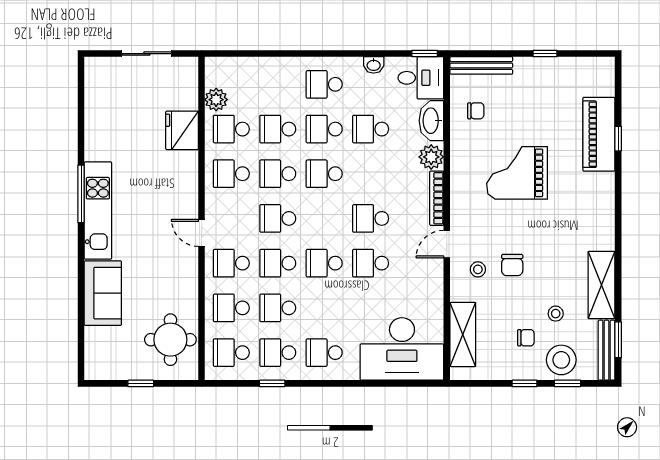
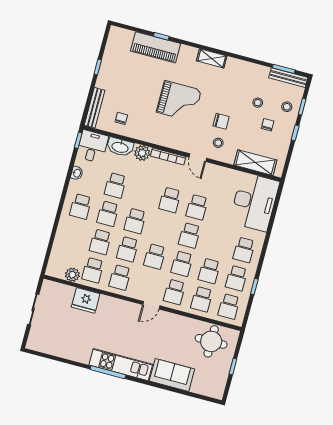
grand piano: (517, 173) -> (179, 101), moved, turned -90
shelving: (601, 285) -> (212, 58), moved, width x0.67, depth x0.75
stool: (561, 360) -> (287, 107), width x0.53, depth x0.53

